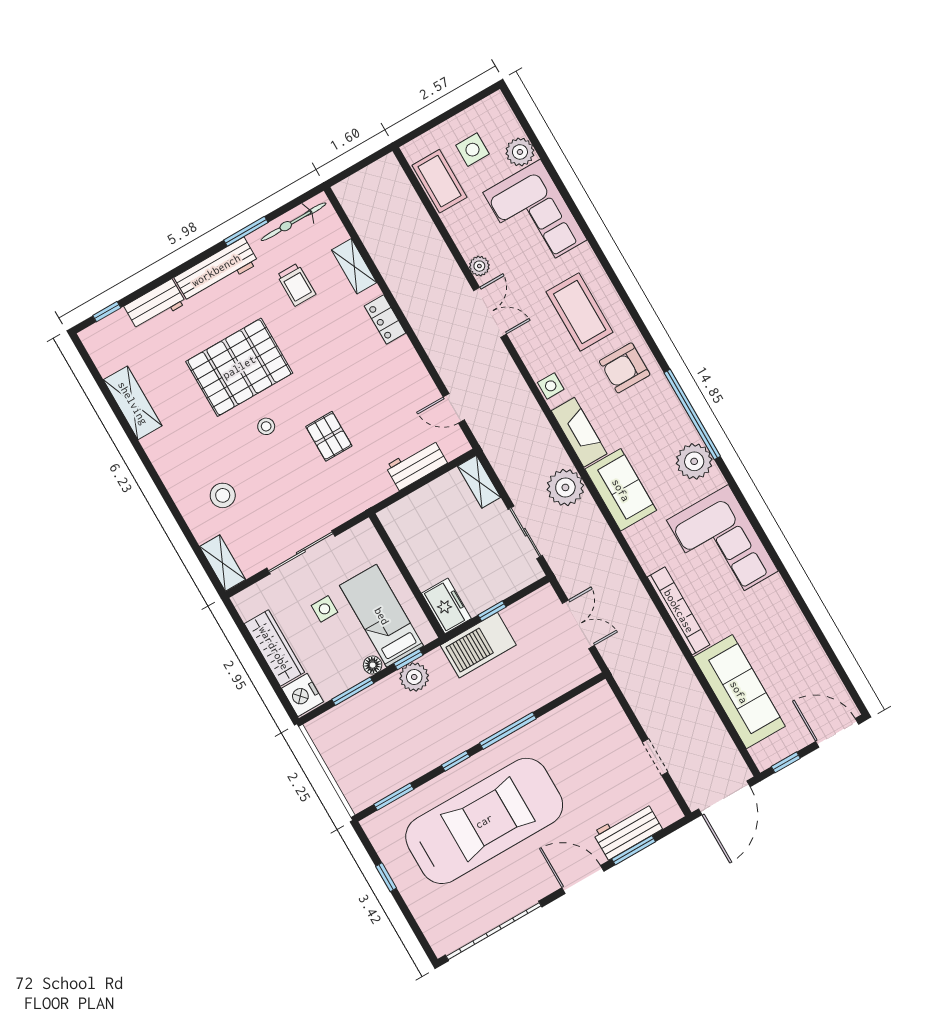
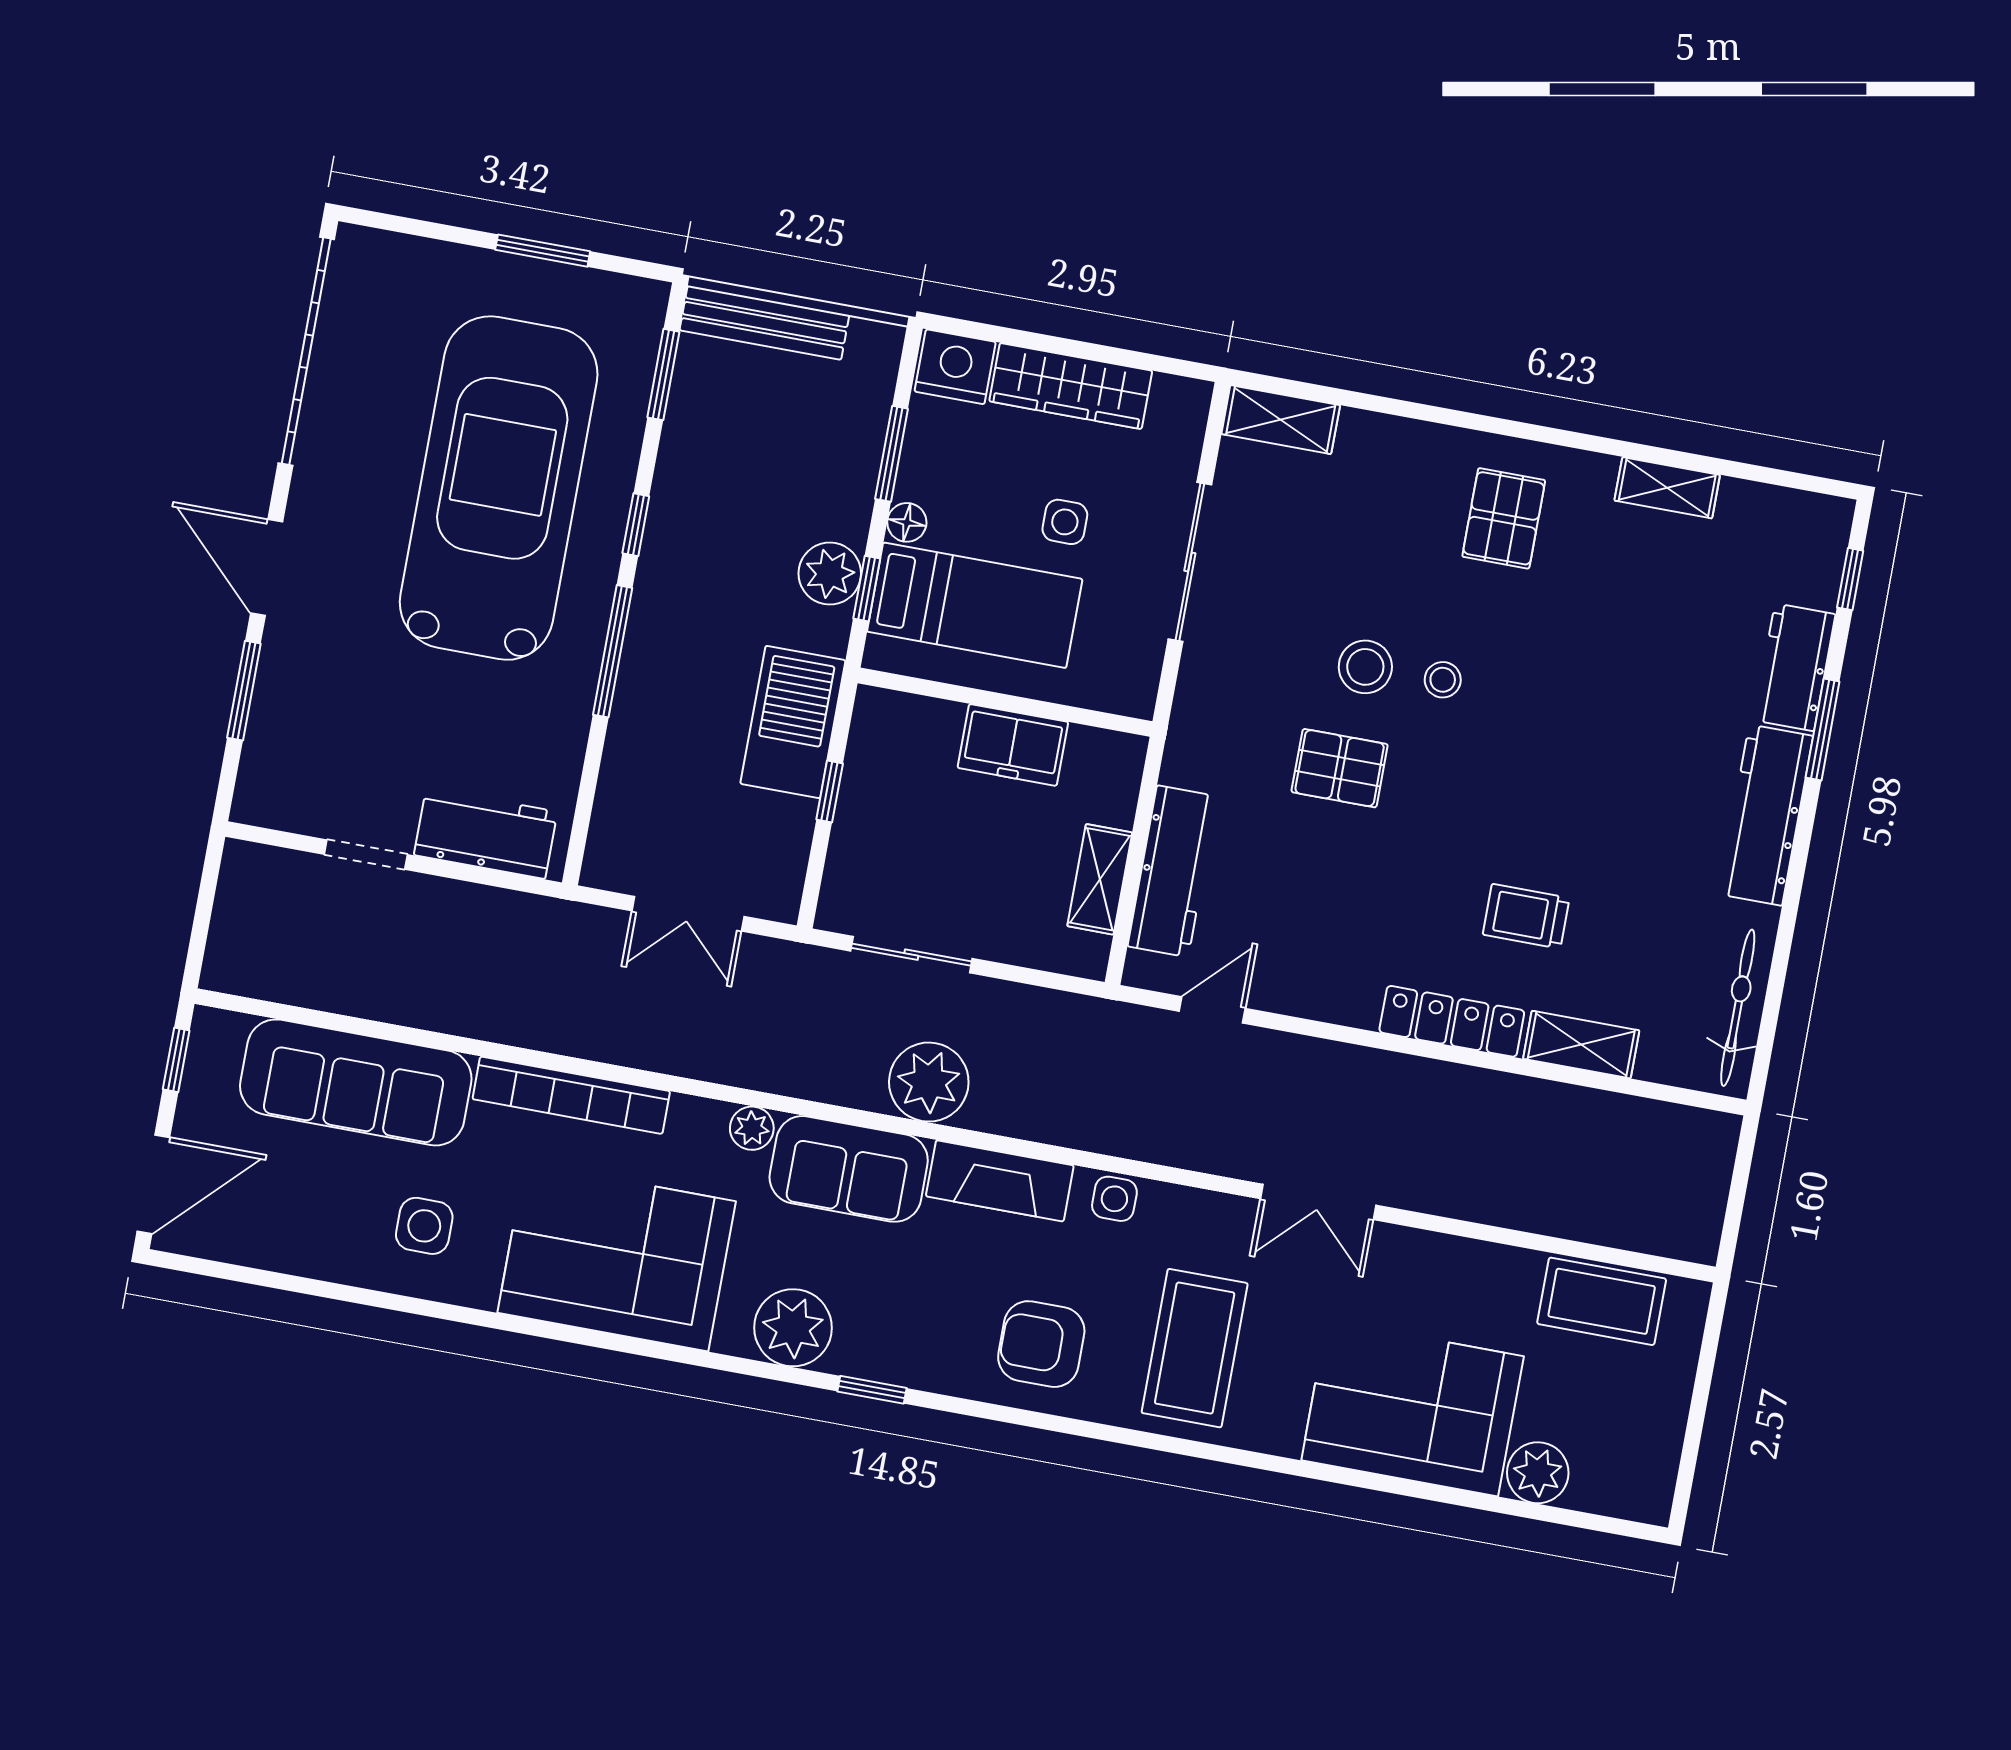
side table: (472, 150) -> (424, 1226), moved
window: (246, 231) -> (1823, 729), moved
plant: (479, 266) -> (752, 1128), moved
trolley: (296, 285) -> (1526, 916), moved
coffee table: (580, 312) -> (1195, 1348), turned 90
locker: (385, 319) -> (1452, 1021), width x1.53
pallet: (239, 367) -> (1504, 518), moved, width x0.49, depth x0.50
armchair: (625, 368) -> (1041, 1344), turned -90
shelving: (133, 403) -> (1667, 488), width x0.67, depth x0.75
window: (692, 414) -> (872, 1390), width x0.32
workbench: (416, 465) -> (1173, 871), width x1.38
shelving: (479, 482) -> (1100, 879), moved, turned 90
stool: (223, 495) -> (1365, 667), moved
freezer: (446, 606) -> (1013, 745), moved
bench: (345, 776) -> (764, 323), added
door: (724, 798) -> (204, 911), removed
car: (484, 821) -> (499, 488), turned 180
workbench: (627, 831) -> (486, 833), moved, turned -90
window: (386, 877) -> (543, 251), width x1.50
door: (583, 880) -> (267, 568), swing flipped

